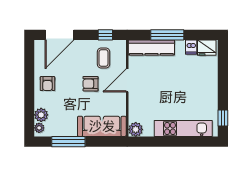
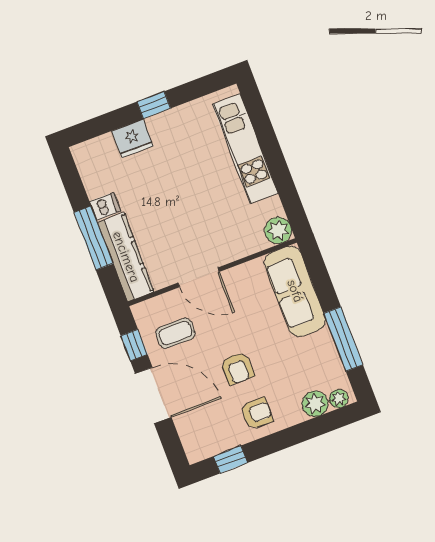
door: (59, 35) -> (153, 395), moved
dishwasher: (191, 47) -> (105, 206), moved
fridge: (207, 48) -> (132, 138), moved, turned 90
window: (29, 62) -> (230, 460), added
armchair: (90, 84) -> (237, 368), moved
window: (223, 118) -> (154, 105), moved

